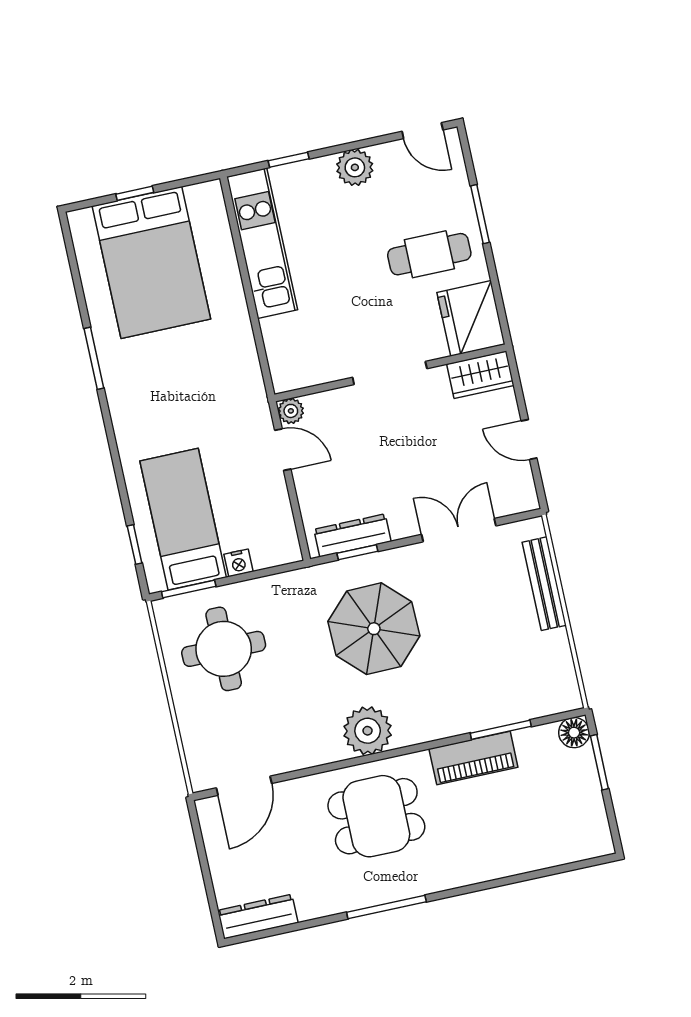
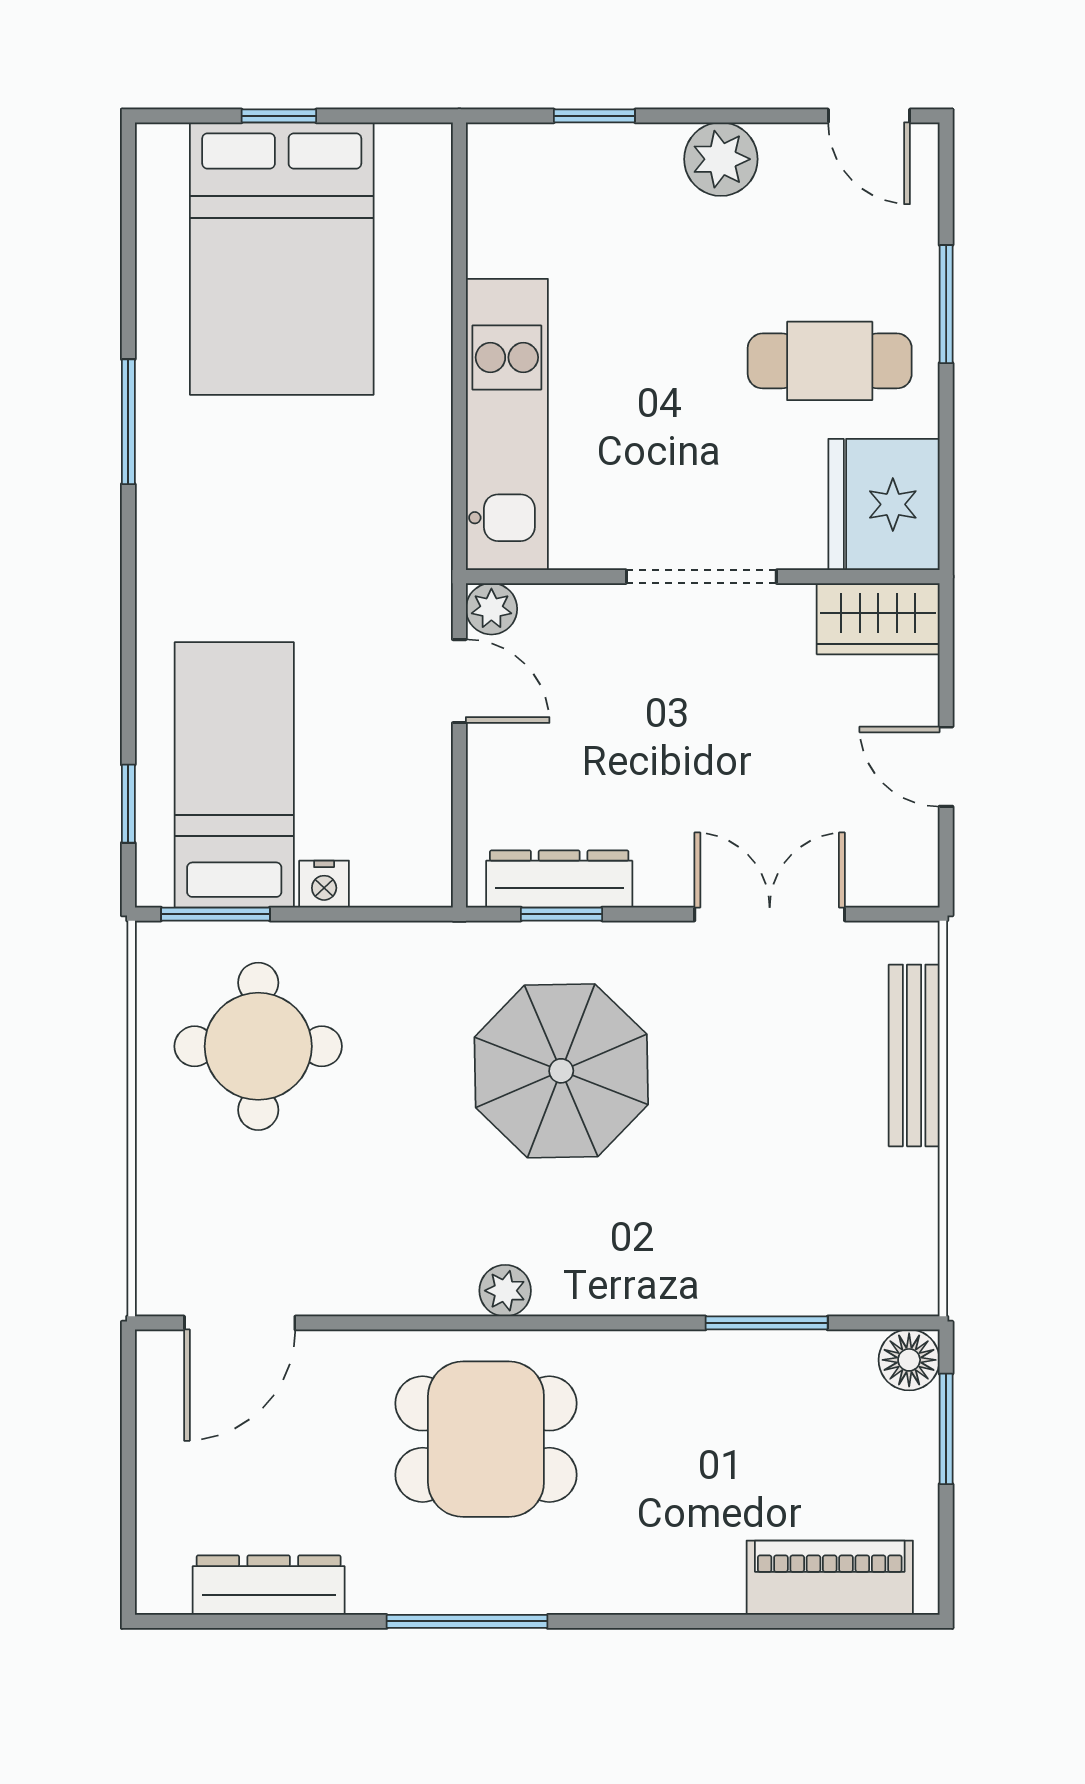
kitchen unit: (262, 243) -> (507, 424), moved
plant: (368, 731) -> (505, 1291), width x0.53, depth x0.53
piano: (473, 758) -> (830, 1578), moved, turned 180
dresser: (258, 917) -> (269, 1585), moved

